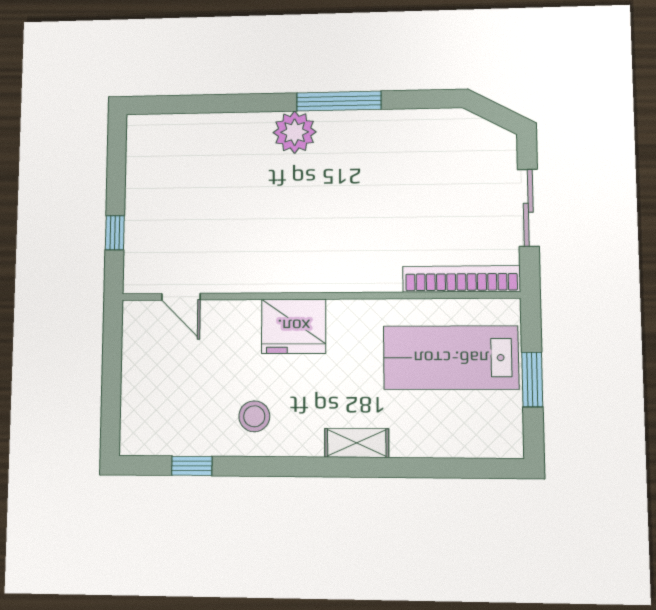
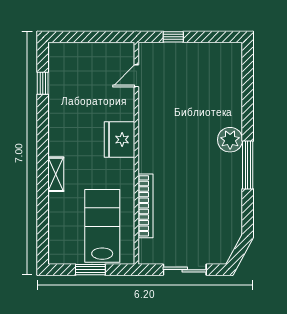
bookcase: (461, 279) -> (145, 206), moved
stool: (254, 416) -> (70, 118), removed

